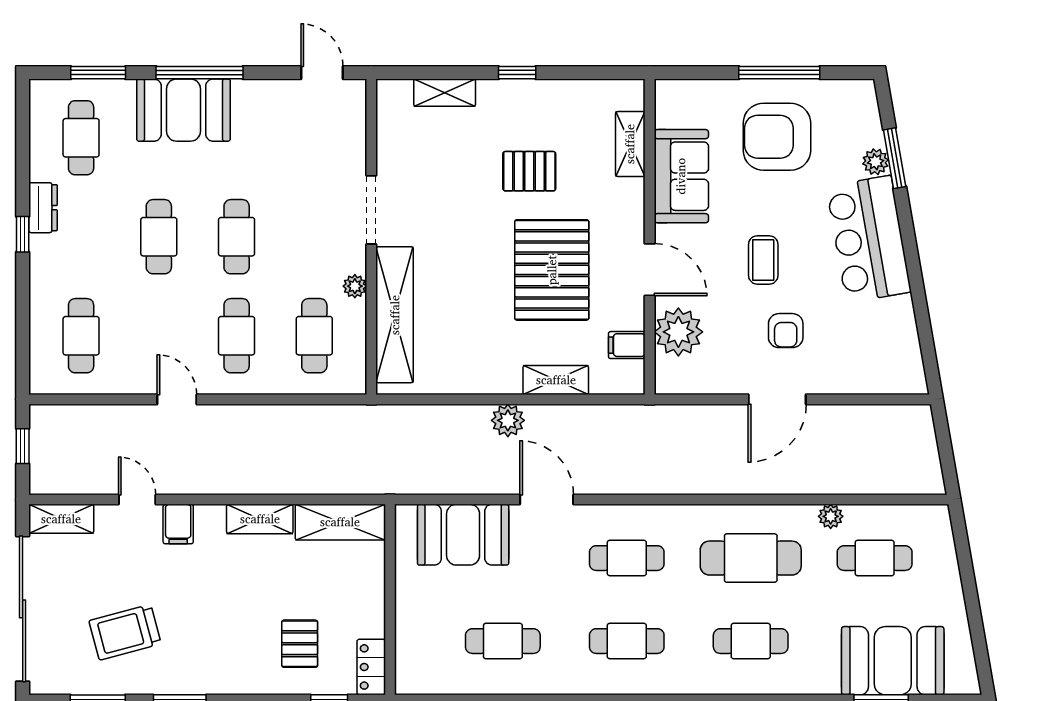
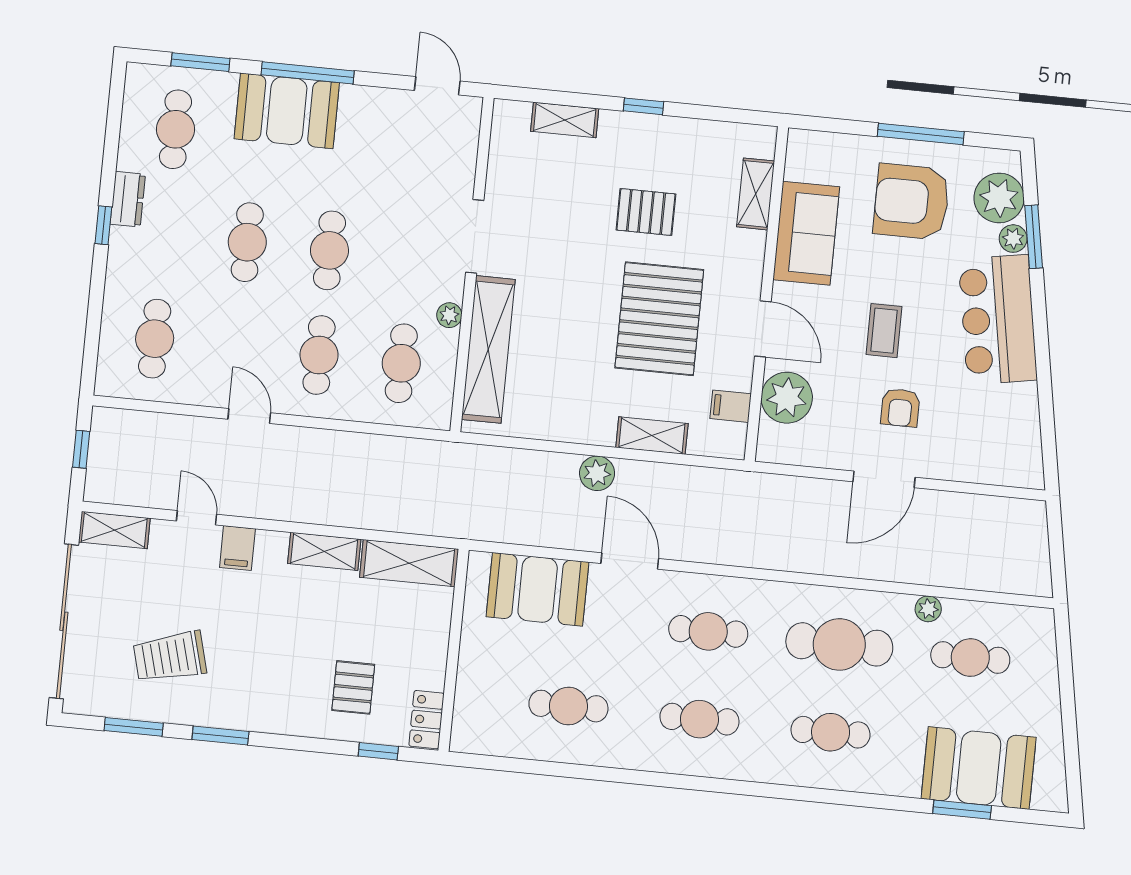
plant: (859, 125) -> (999, 198), added

